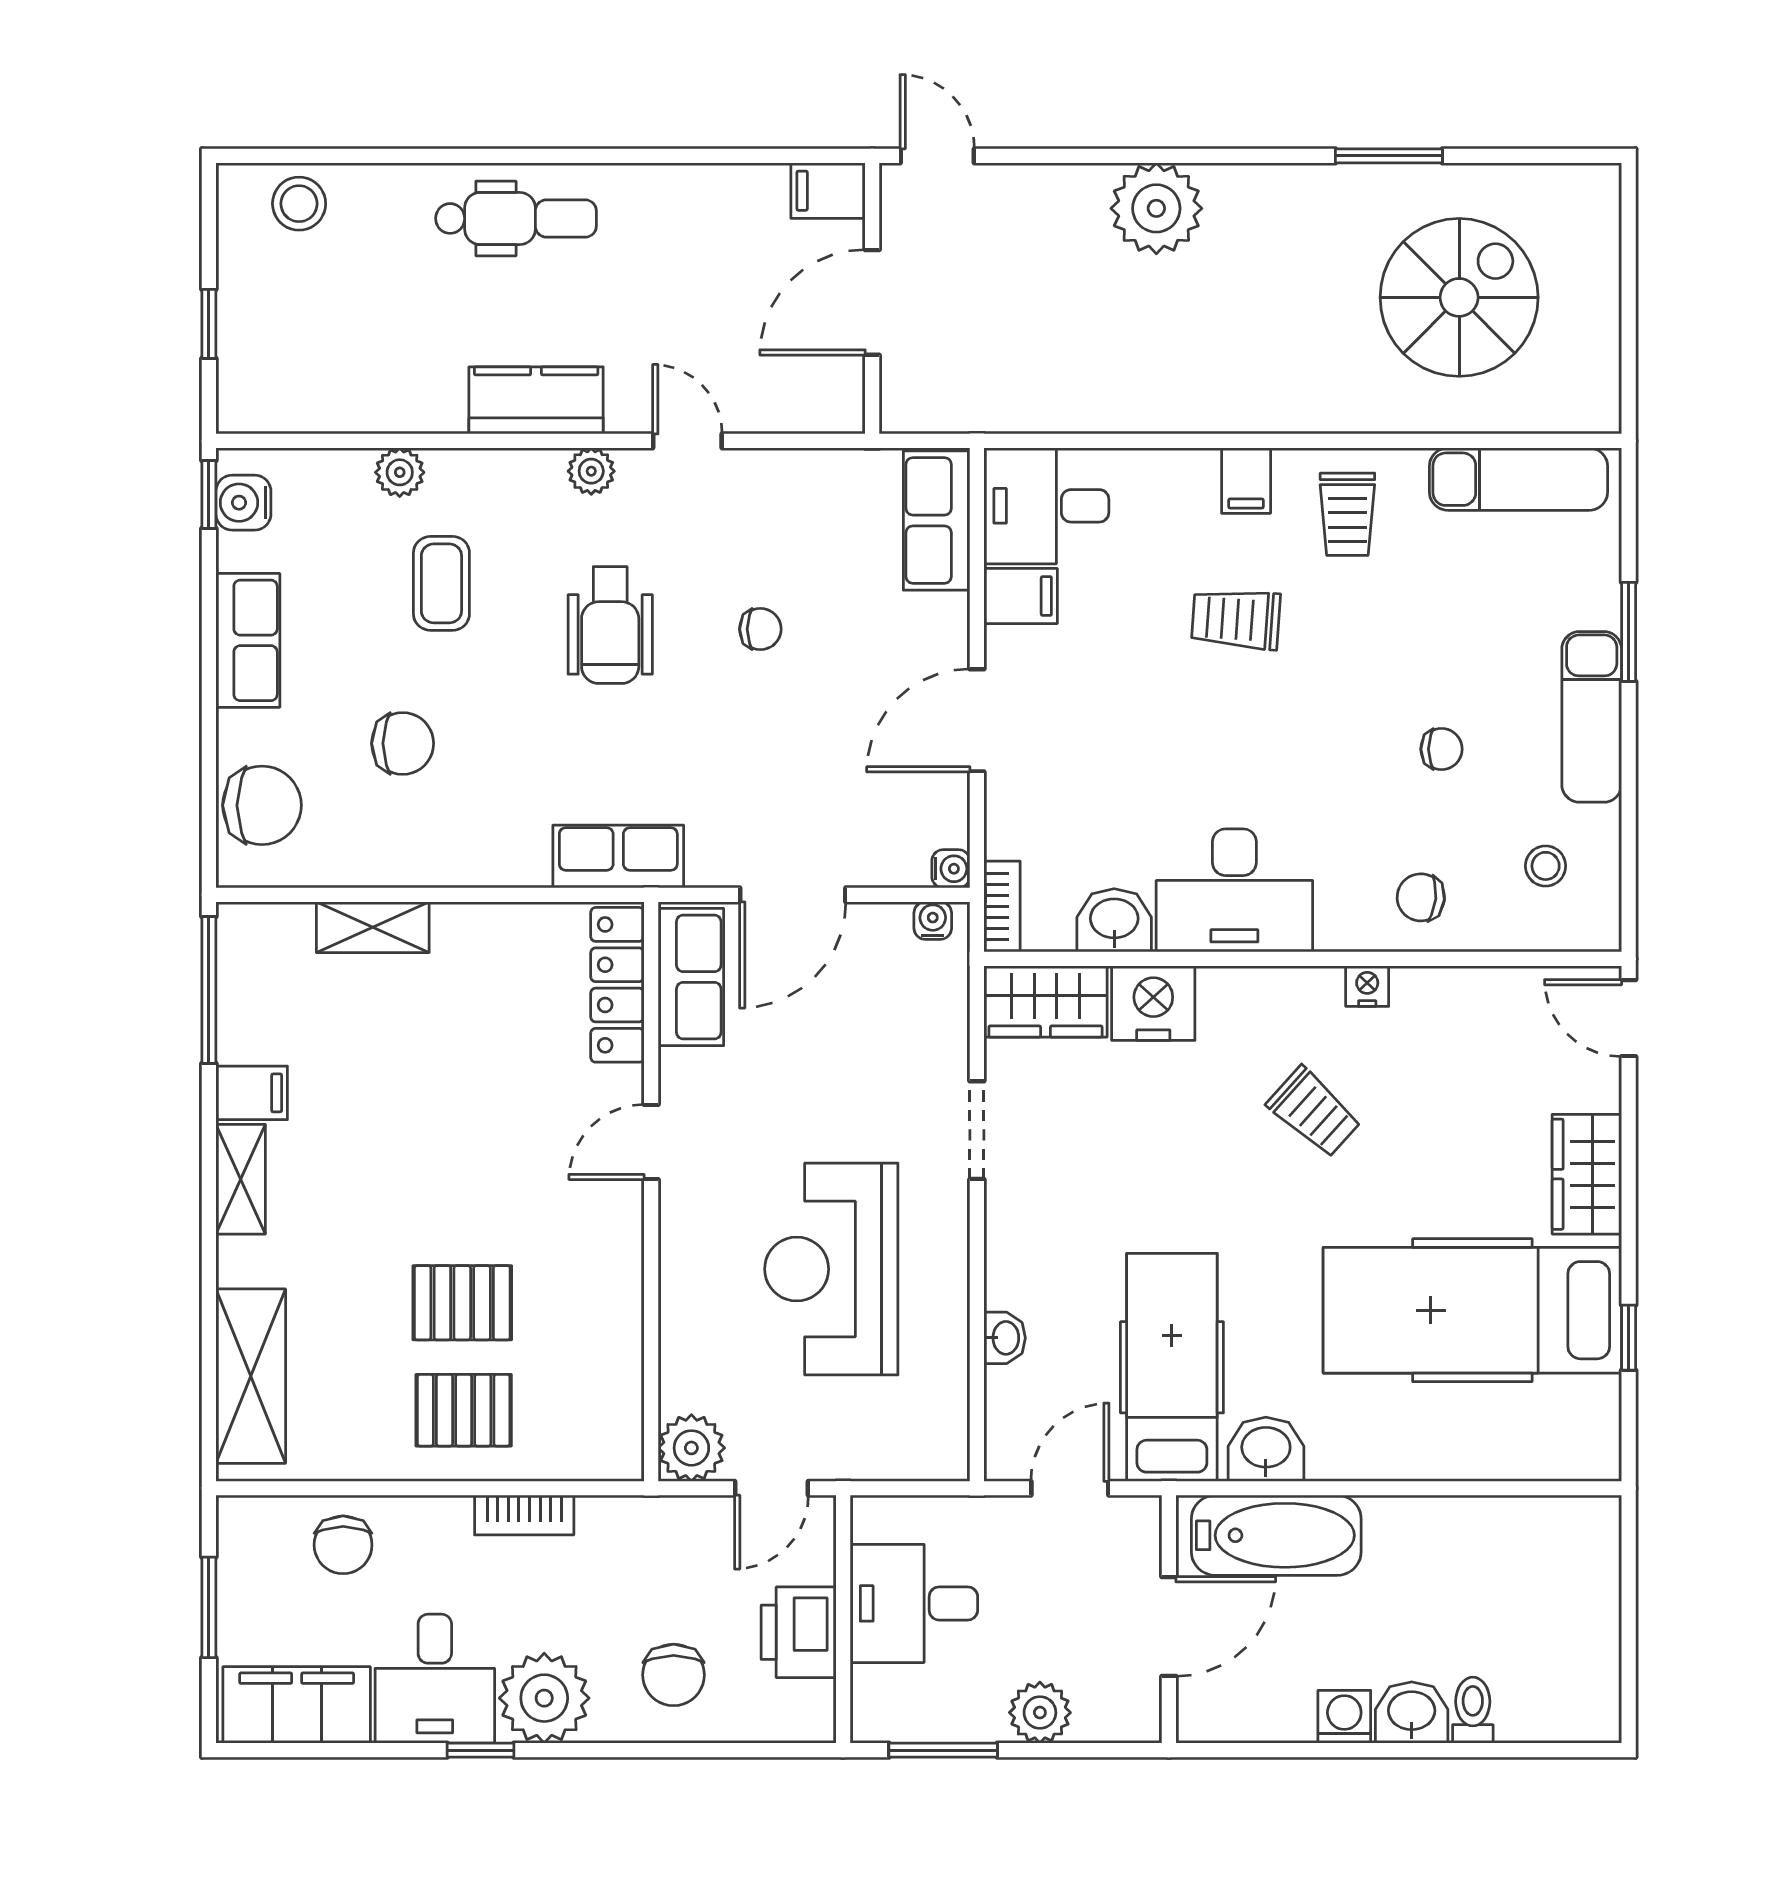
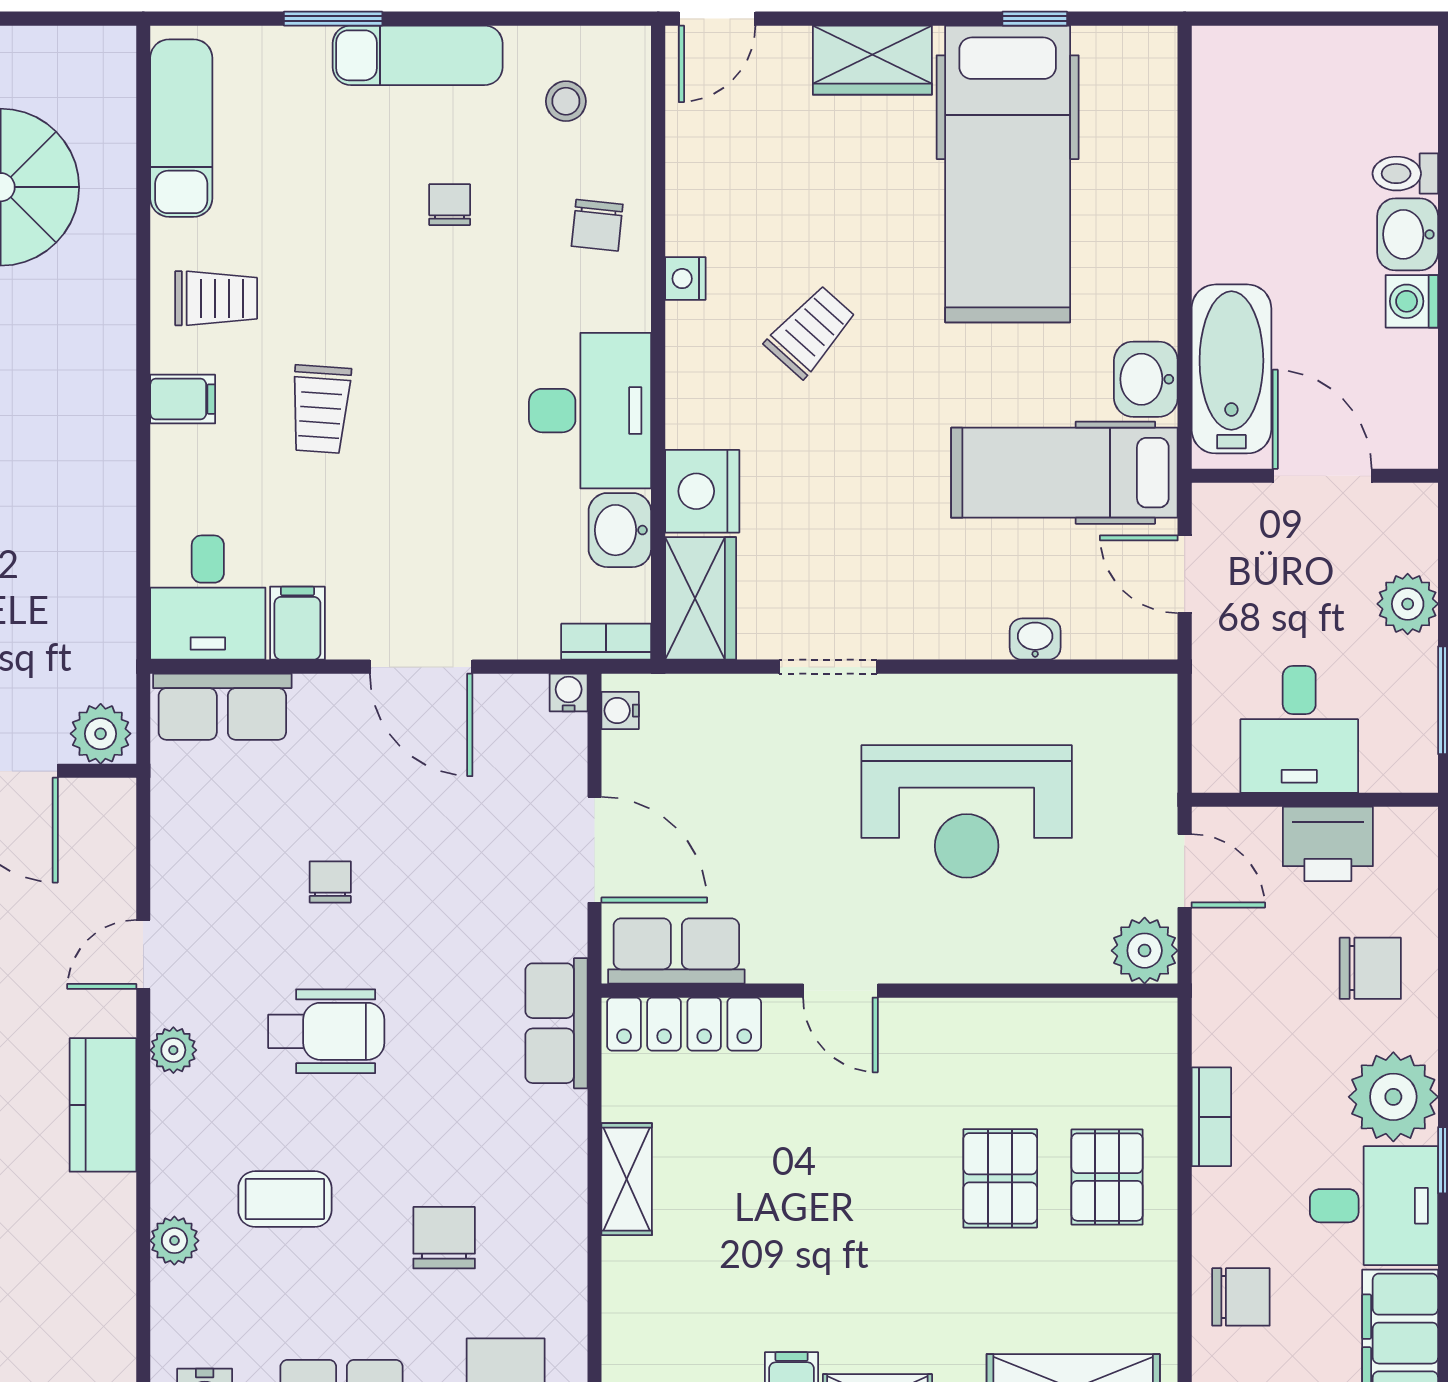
plant: (909, 398) -> (101, 734), added
shelving: (373, 927) -> (627, 1179), moved

